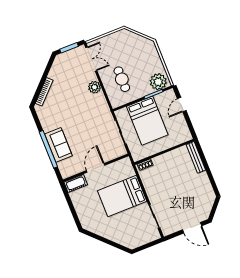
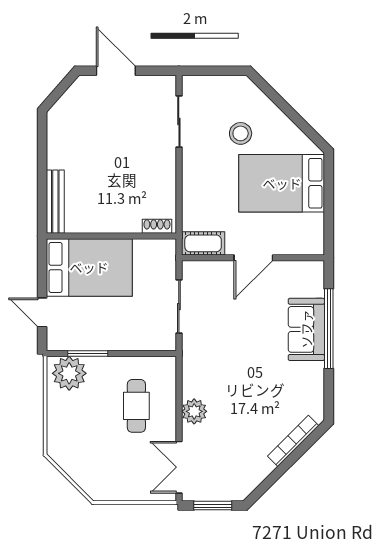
door: (182, 105) -> (42, 312), swing flipped
bed: (147, 121) -> (89, 267), moved, turned 90
cot: (76, 183) -> (203, 243), moved
bed: (122, 196) -> (282, 183), moved, turned 180
stool: (124, 222) -> (241, 133), added

